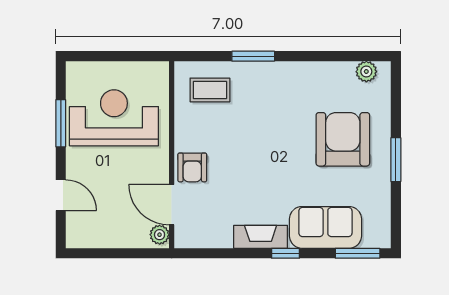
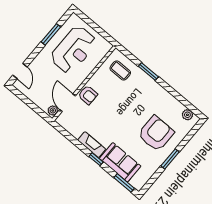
reception desk: (114, 118) -> (73, 50), turned 90
armchair: (192, 167) -> (88, 95), turned -90
door: (61, 195) -> (20, 71), moved

